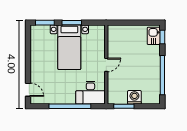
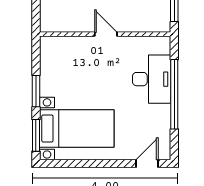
bed with nightstands: (69, 47) -> (77, 128), moved
desk: (90, 93) -> (152, 79), moved

